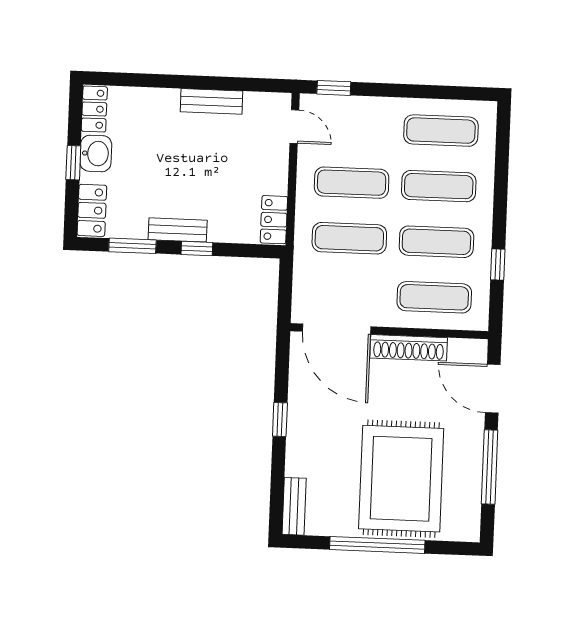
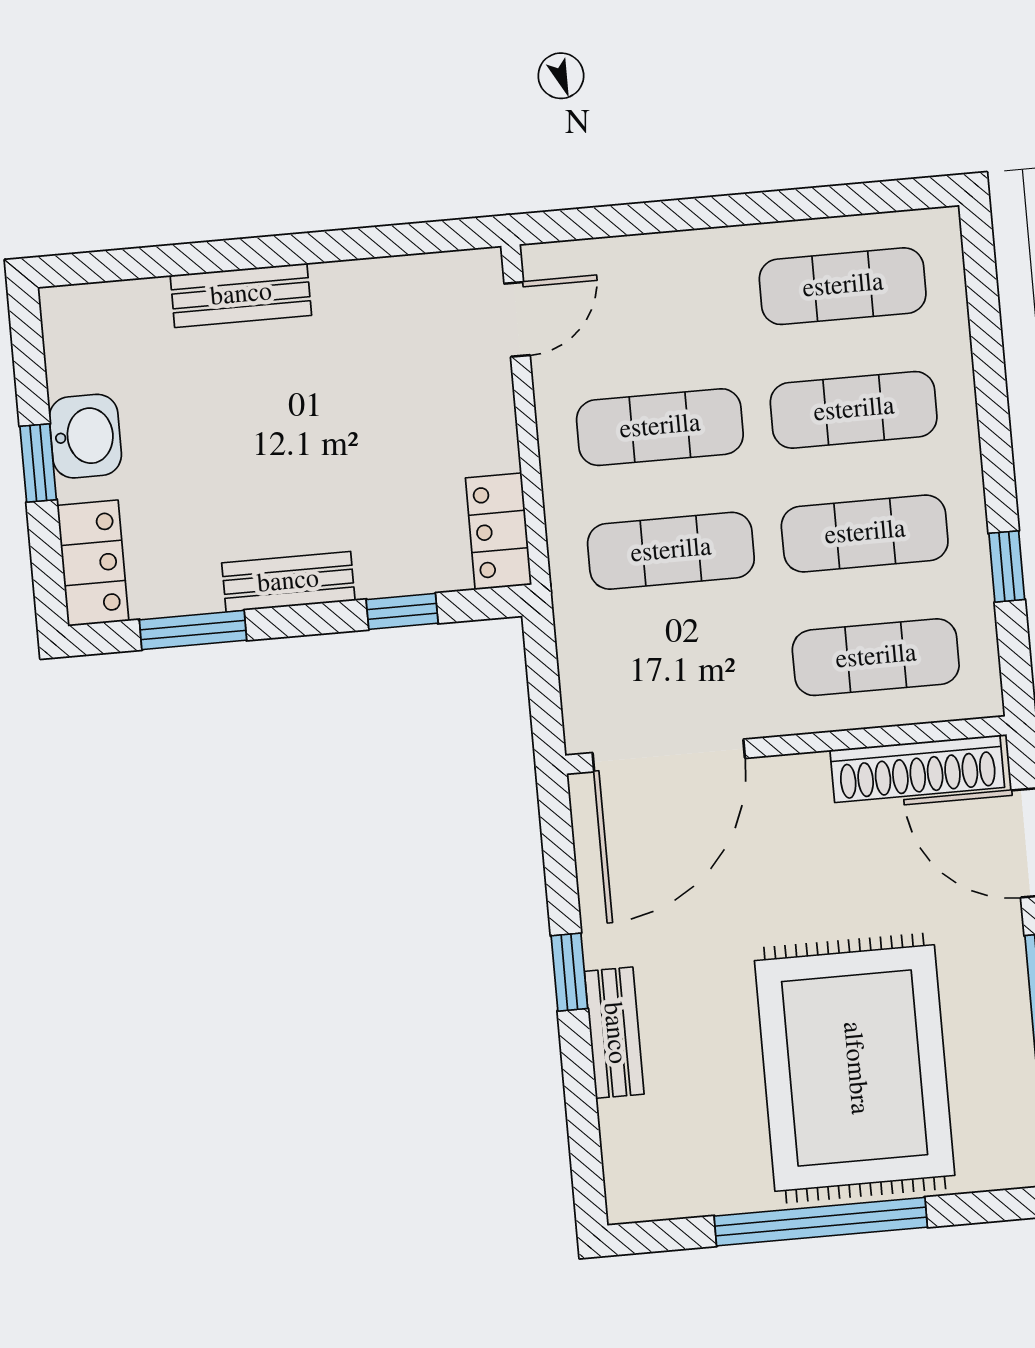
window: (334, 88) -> (593, 223), removed
bench: (211, 101) -> (241, 295), moved
locker: (94, 109) -> (69, 338), removed
door: (294, 127) -> (517, 319), hinge flipped
window: (197, 248) -> (402, 611), moved
door: (337, 329) -> (669, 755), hinge flipped
shoe rack: (409, 348) -> (917, 769), moved
bench: (294, 506) -> (614, 1033), moved

